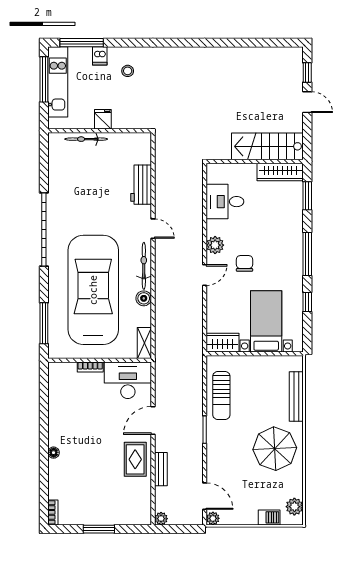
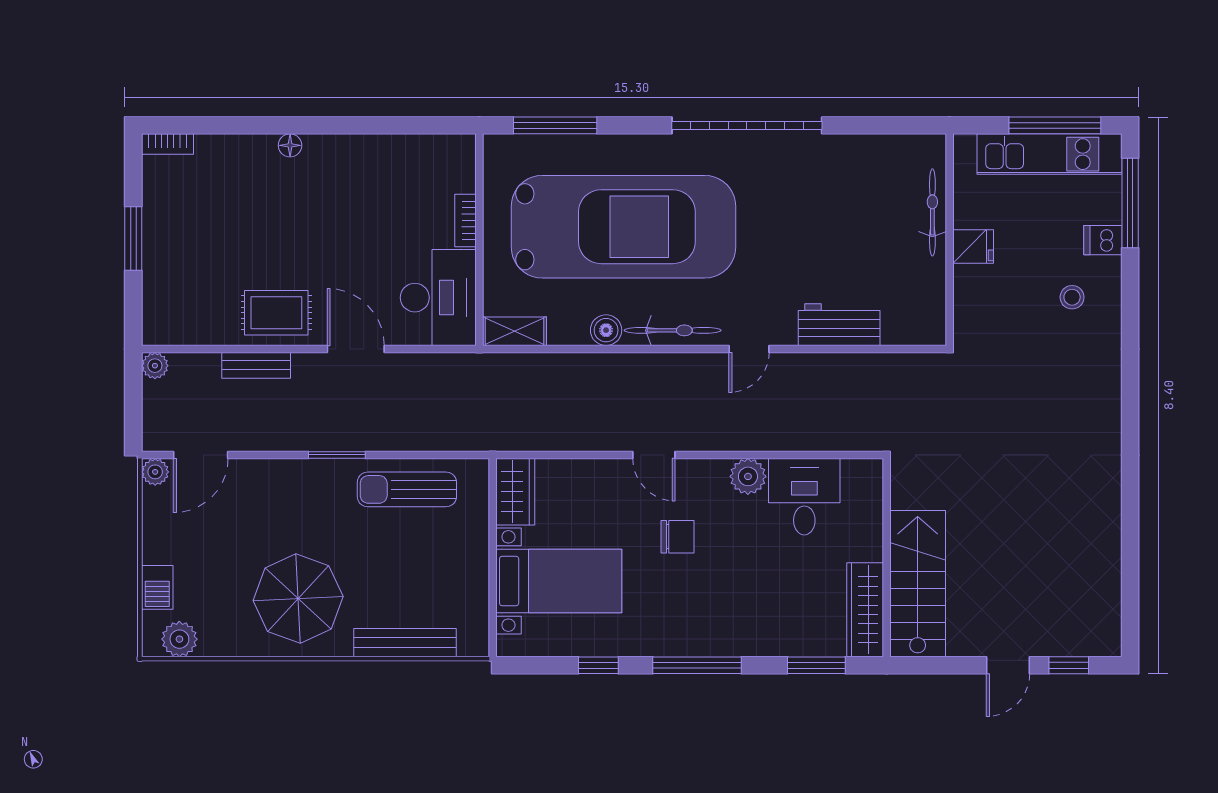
plant: (215, 245) -> (748, 476), moved

